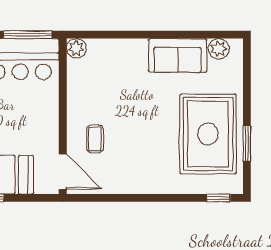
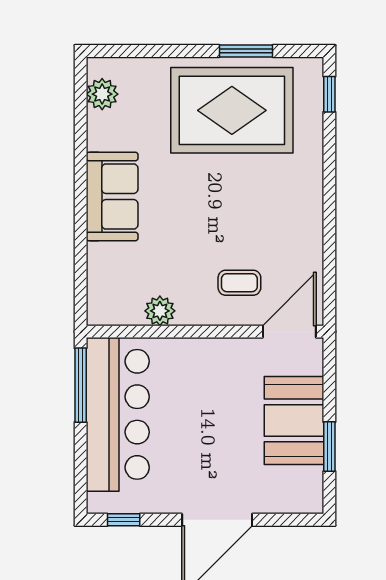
plant: (76, 48) -> (160, 311), moved
sofa: (178, 55) -> (112, 196), moved

